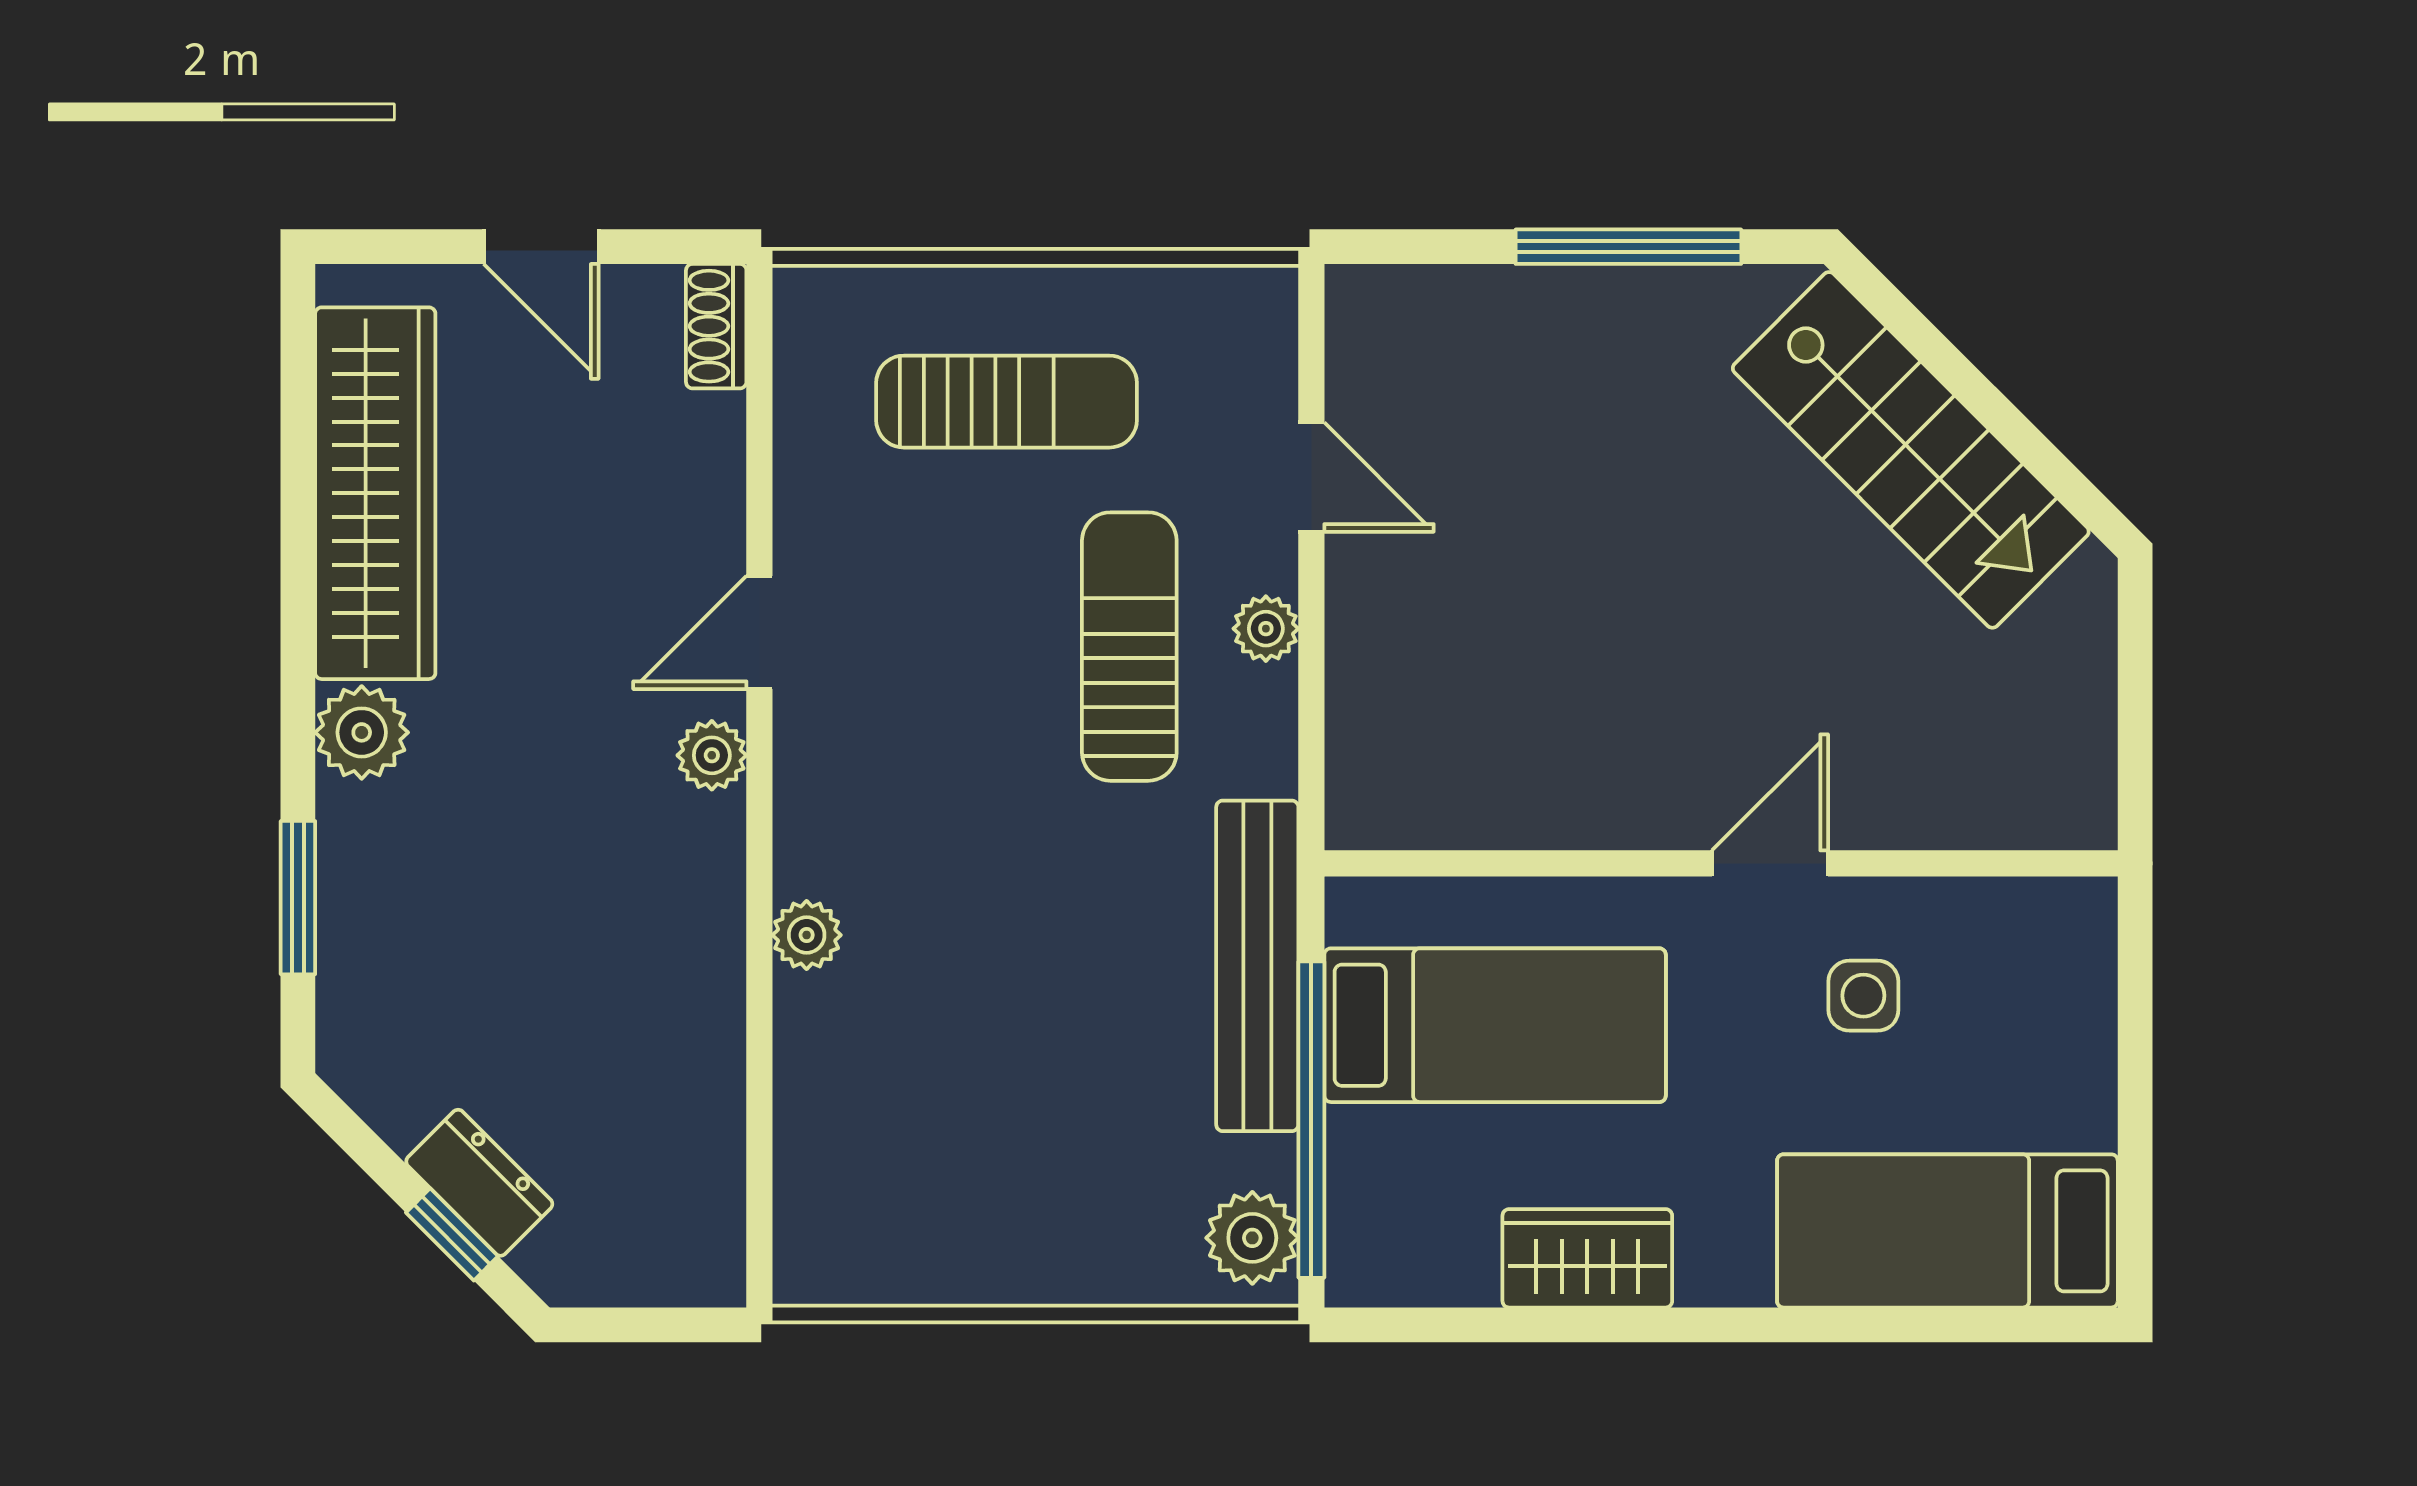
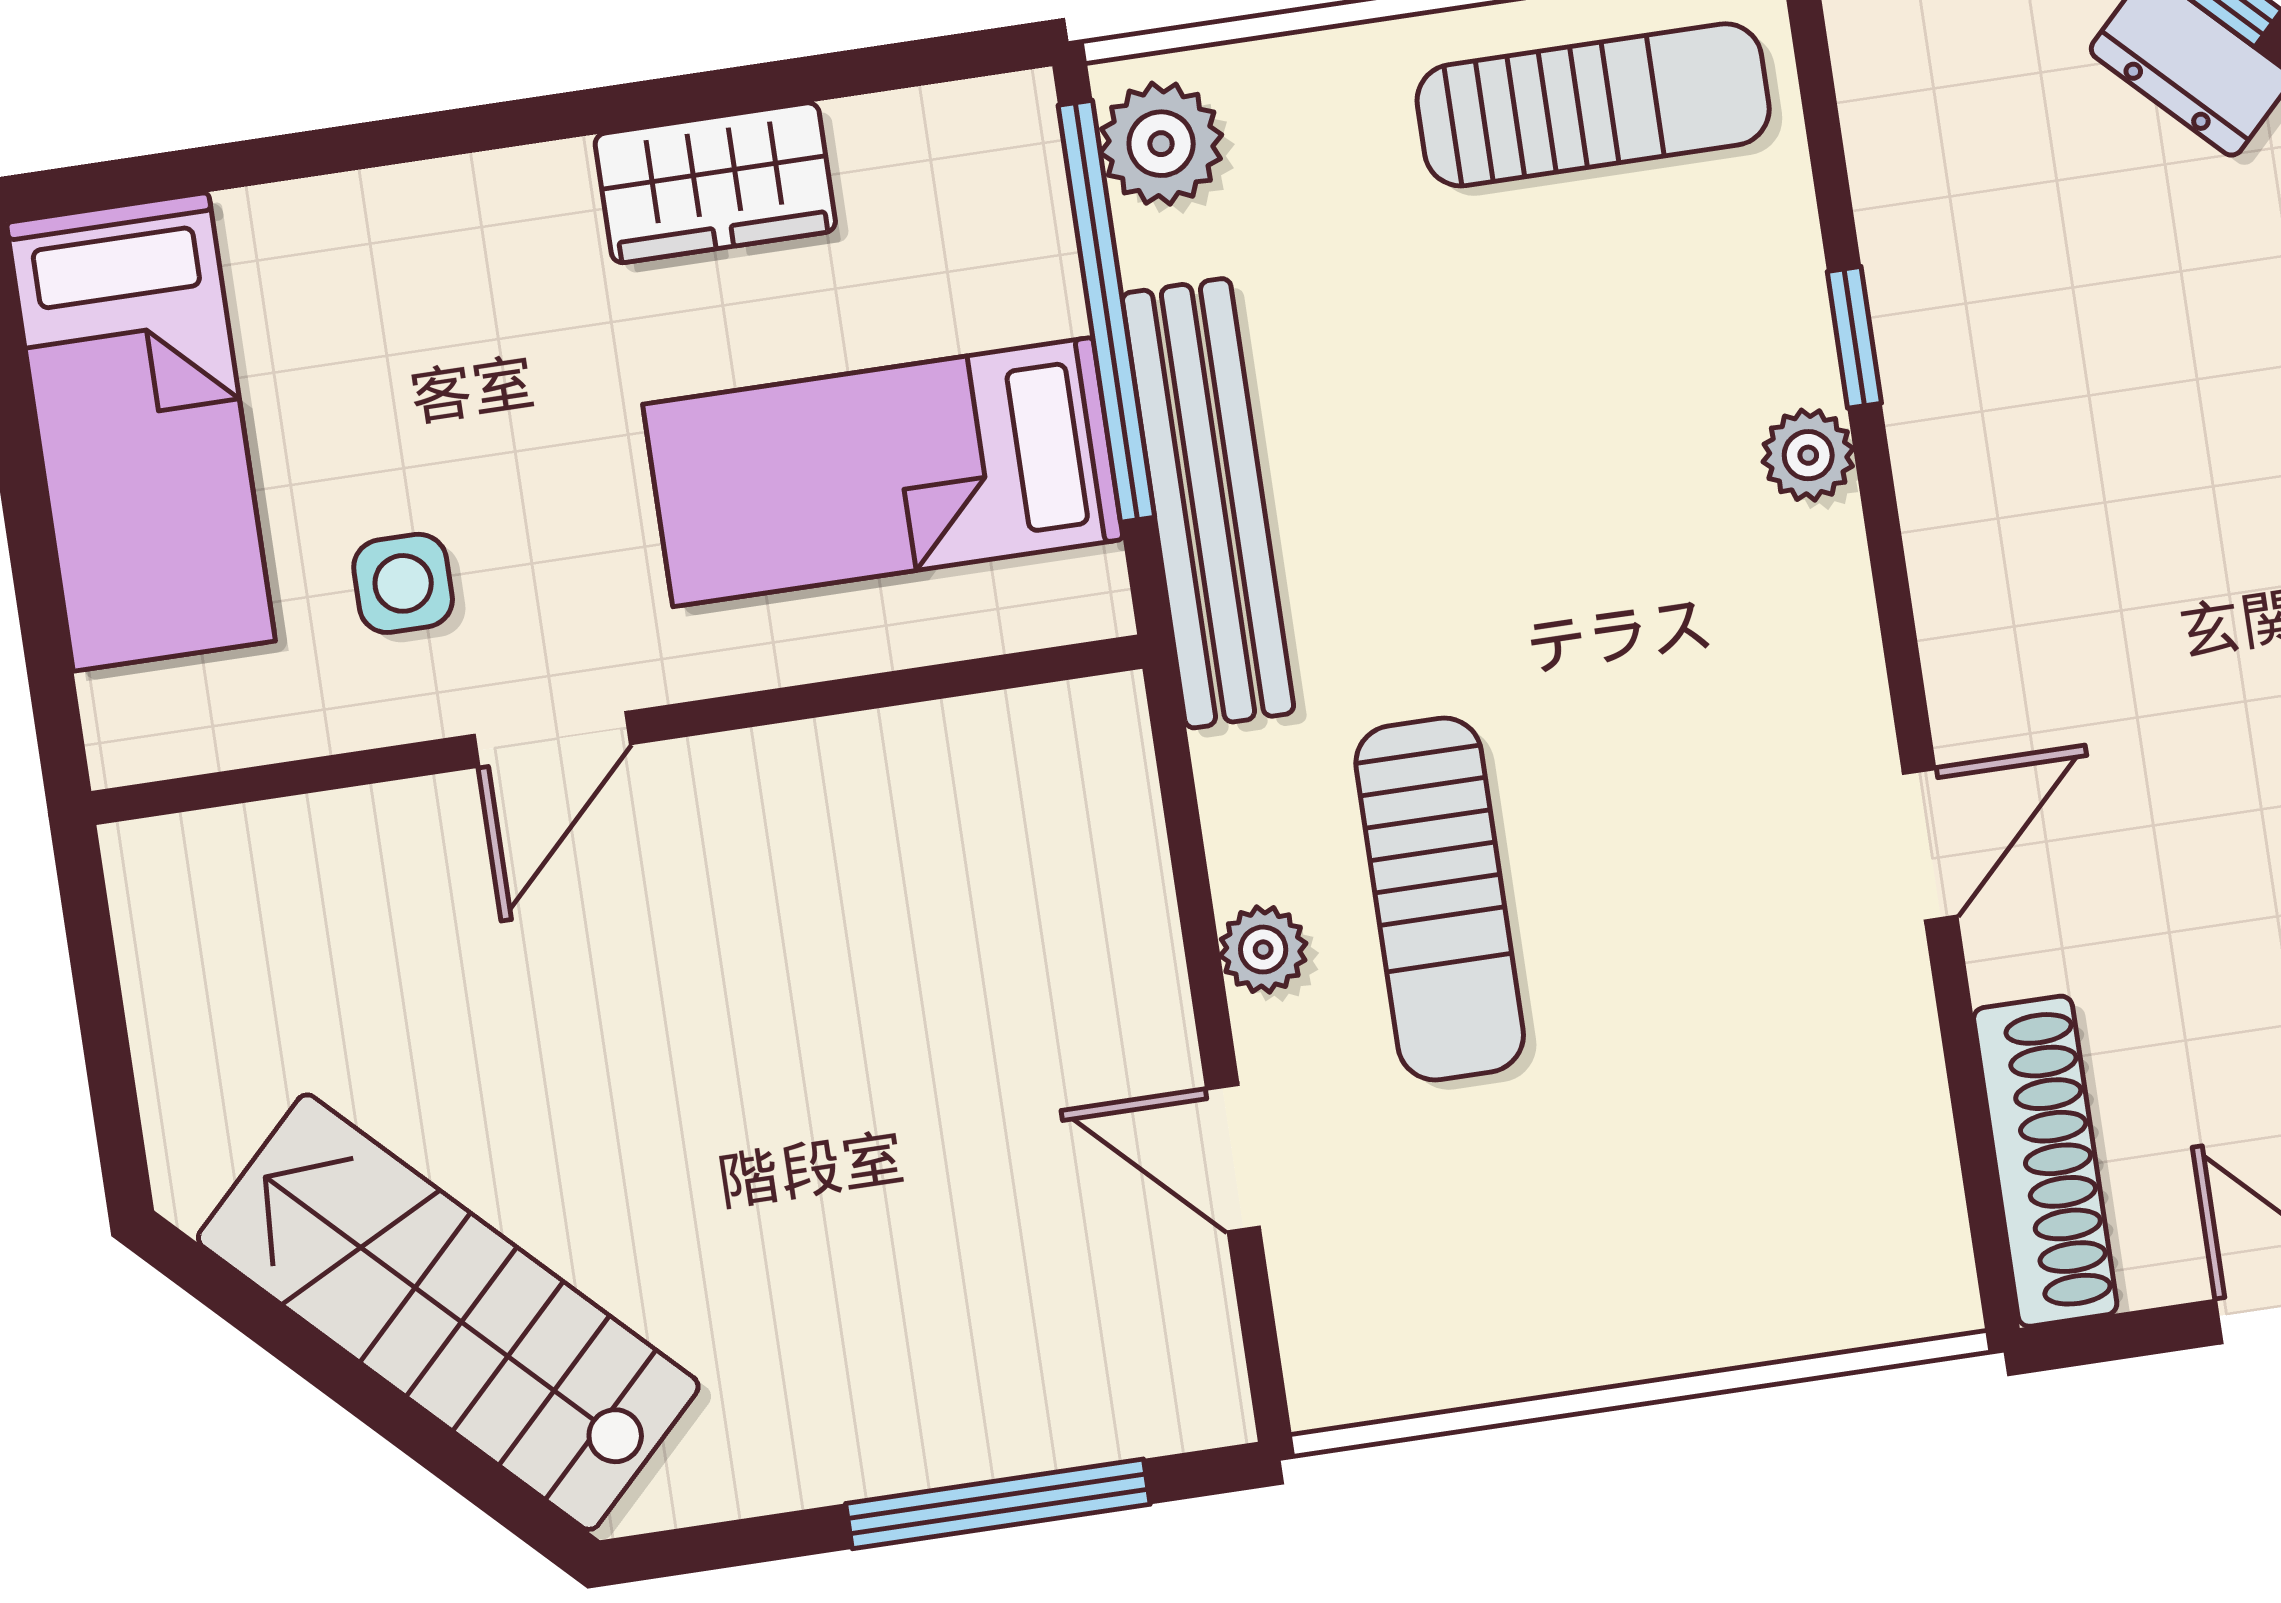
window: (1628, 247) -> (998, 1504), moved
shoe rack: (716, 326) -> (2045, 1161), width x1.94, depth x1.24
sun lounger: (1007, 402) -> (1593, 105), moved, turned 180
plant: (712, 755) -> (1969, 673), removed
window: (759, 1017) -> (1854, 337), added
bed: (1947, 1231) -> (141, 432), moved, turned 90

